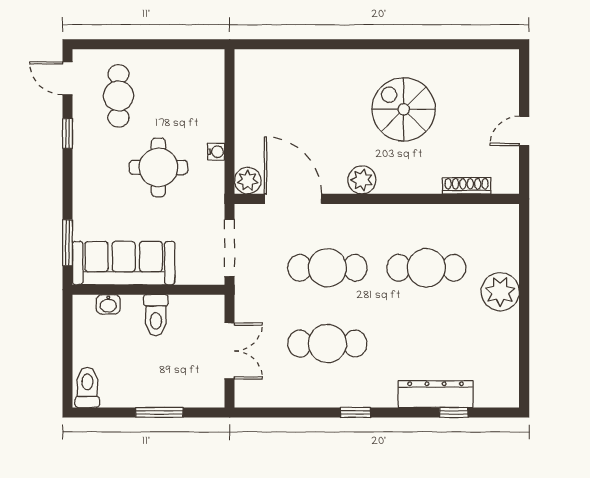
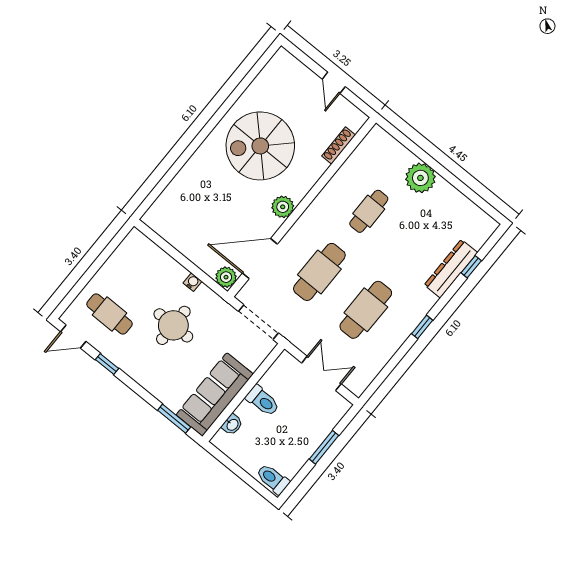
spiral stairs: (404, 109) -> (260, 146), width x1.37, depth x1.37
cafe table: (426, 268) -> (369, 211), width x0.73, depth x0.74

